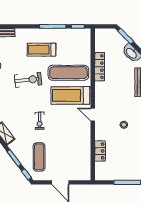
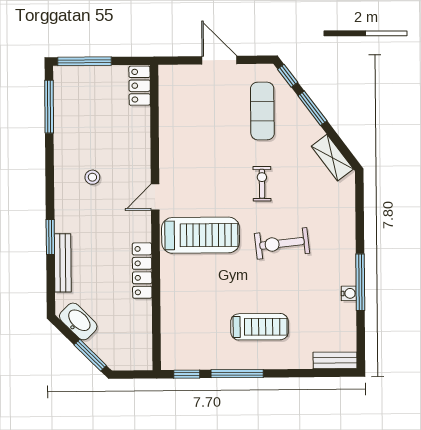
locker: (100, 67) -> (142, 271), moved
exercise mat: (68, 73) -> (205, 281), removed
exercise bike: (28, 80) -> (282, 243), moved
door: (93, 115) -> (155, 197), swing flipped
locker: (100, 151) -> (140, 86), moved

